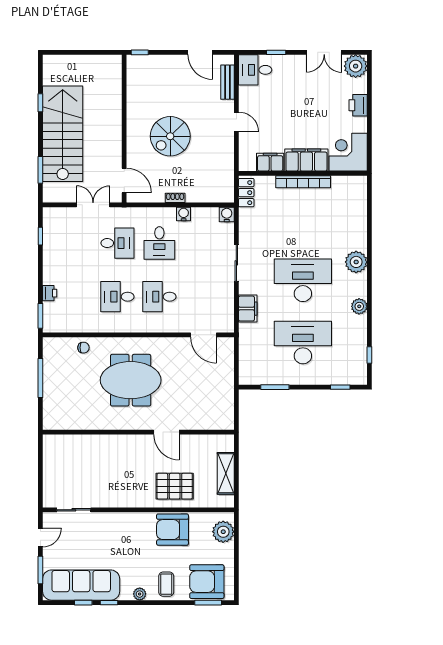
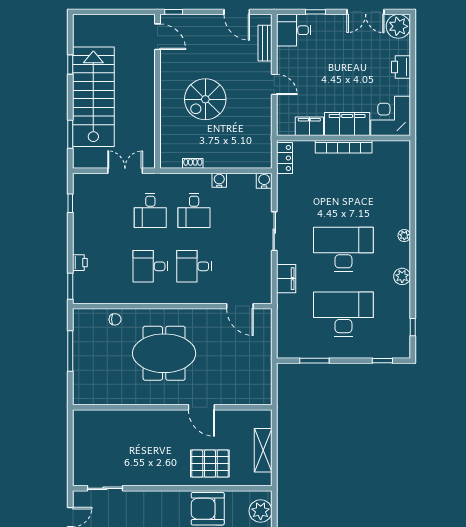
door: (124, 181) -> (157, 37), moved
shoe rack: (175, 198) -> (193, 163), moved
desk: (117, 243) -> (150, 210), turned 90
plant: (356, 262) -> (404, 236), width x0.53, depth x0.53

